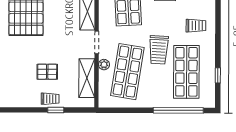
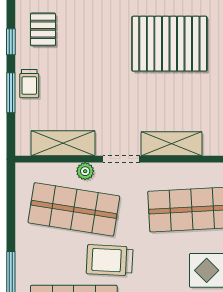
pallet: (47, 72) -> (43, 29), moved
window: (24, 110) -> (11, 42), added
window: (56, 110) -> (11, 93), width x1.50

